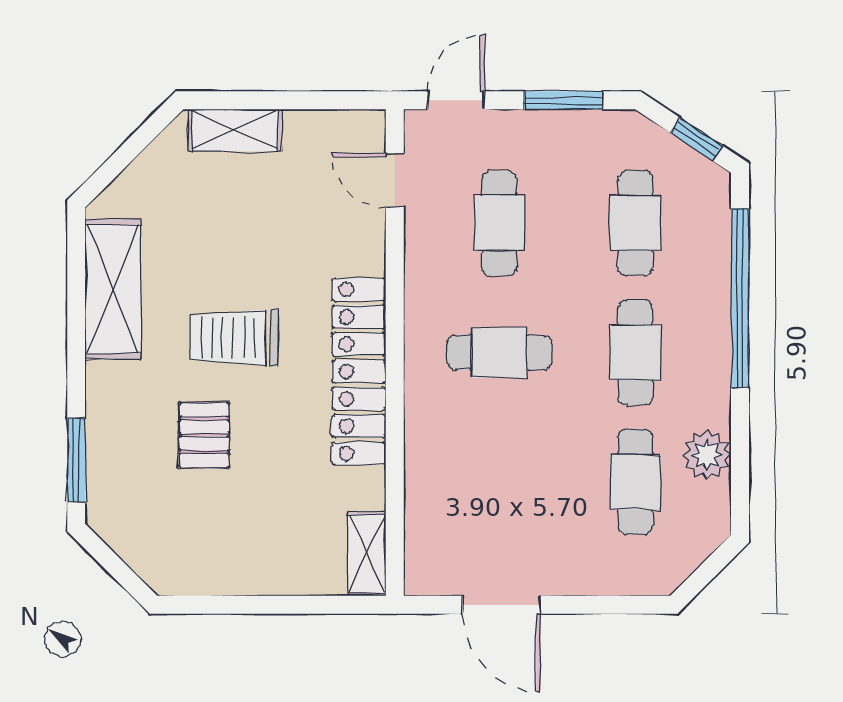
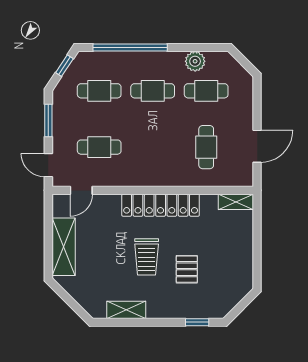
shelving: (235, 130) -> (64, 247), width x1.50, depth x1.33
shelving: (113, 289) -> (126, 310), width x0.67, depth x0.75
cafe table: (499, 353) -> (206, 147), moved
pallet: (204, 435) -> (187, 269), turned 90
window: (76, 460) -> (197, 322), width x0.67

